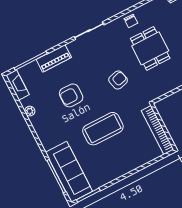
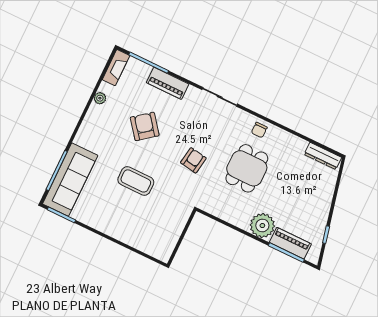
armchair: (118, 80) -> (193, 160), turned -66
armchair: (71, 95) -> (145, 126), turned 52
coffee table: (103, 129) -> (136, 181), width x0.73, depth x0.76
bookcase: (157, 130) -> (174, 234), removed

